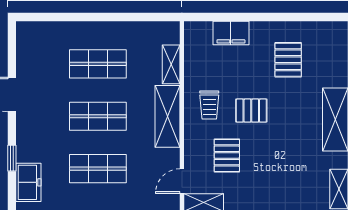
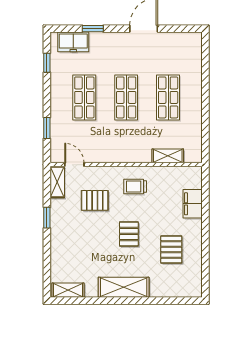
pallet: (288, 60) -> (171, 249), turned 90
pallet: (251, 111) -> (129, 234), moved
shelving: (167, 116) -> (126, 153), removed

